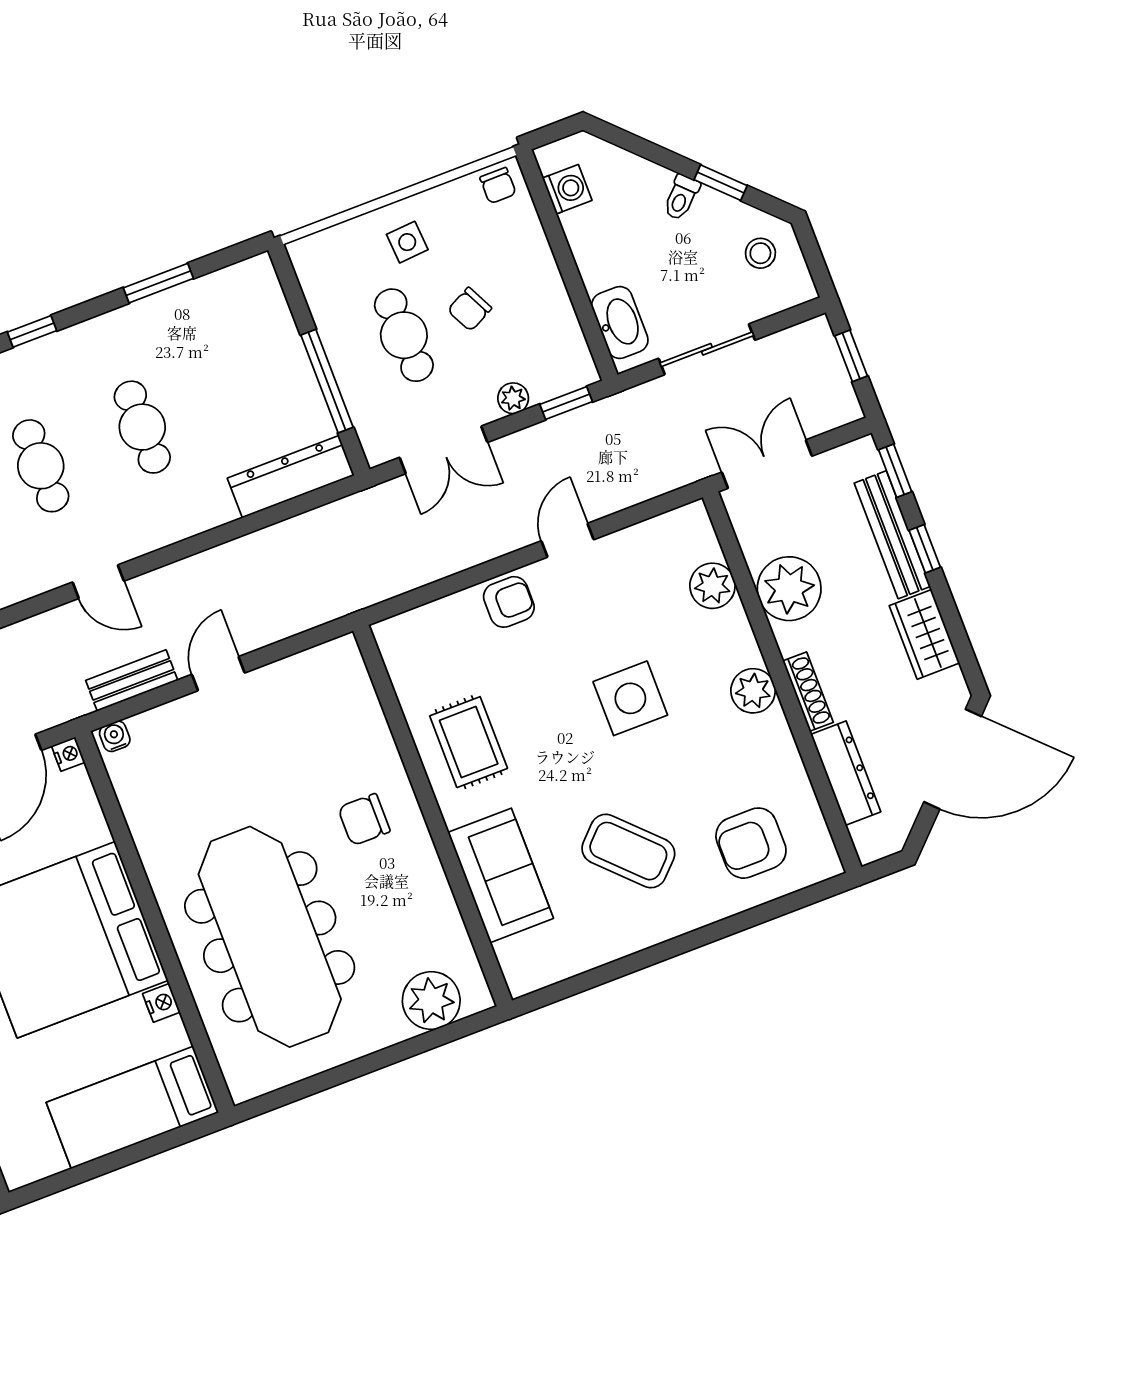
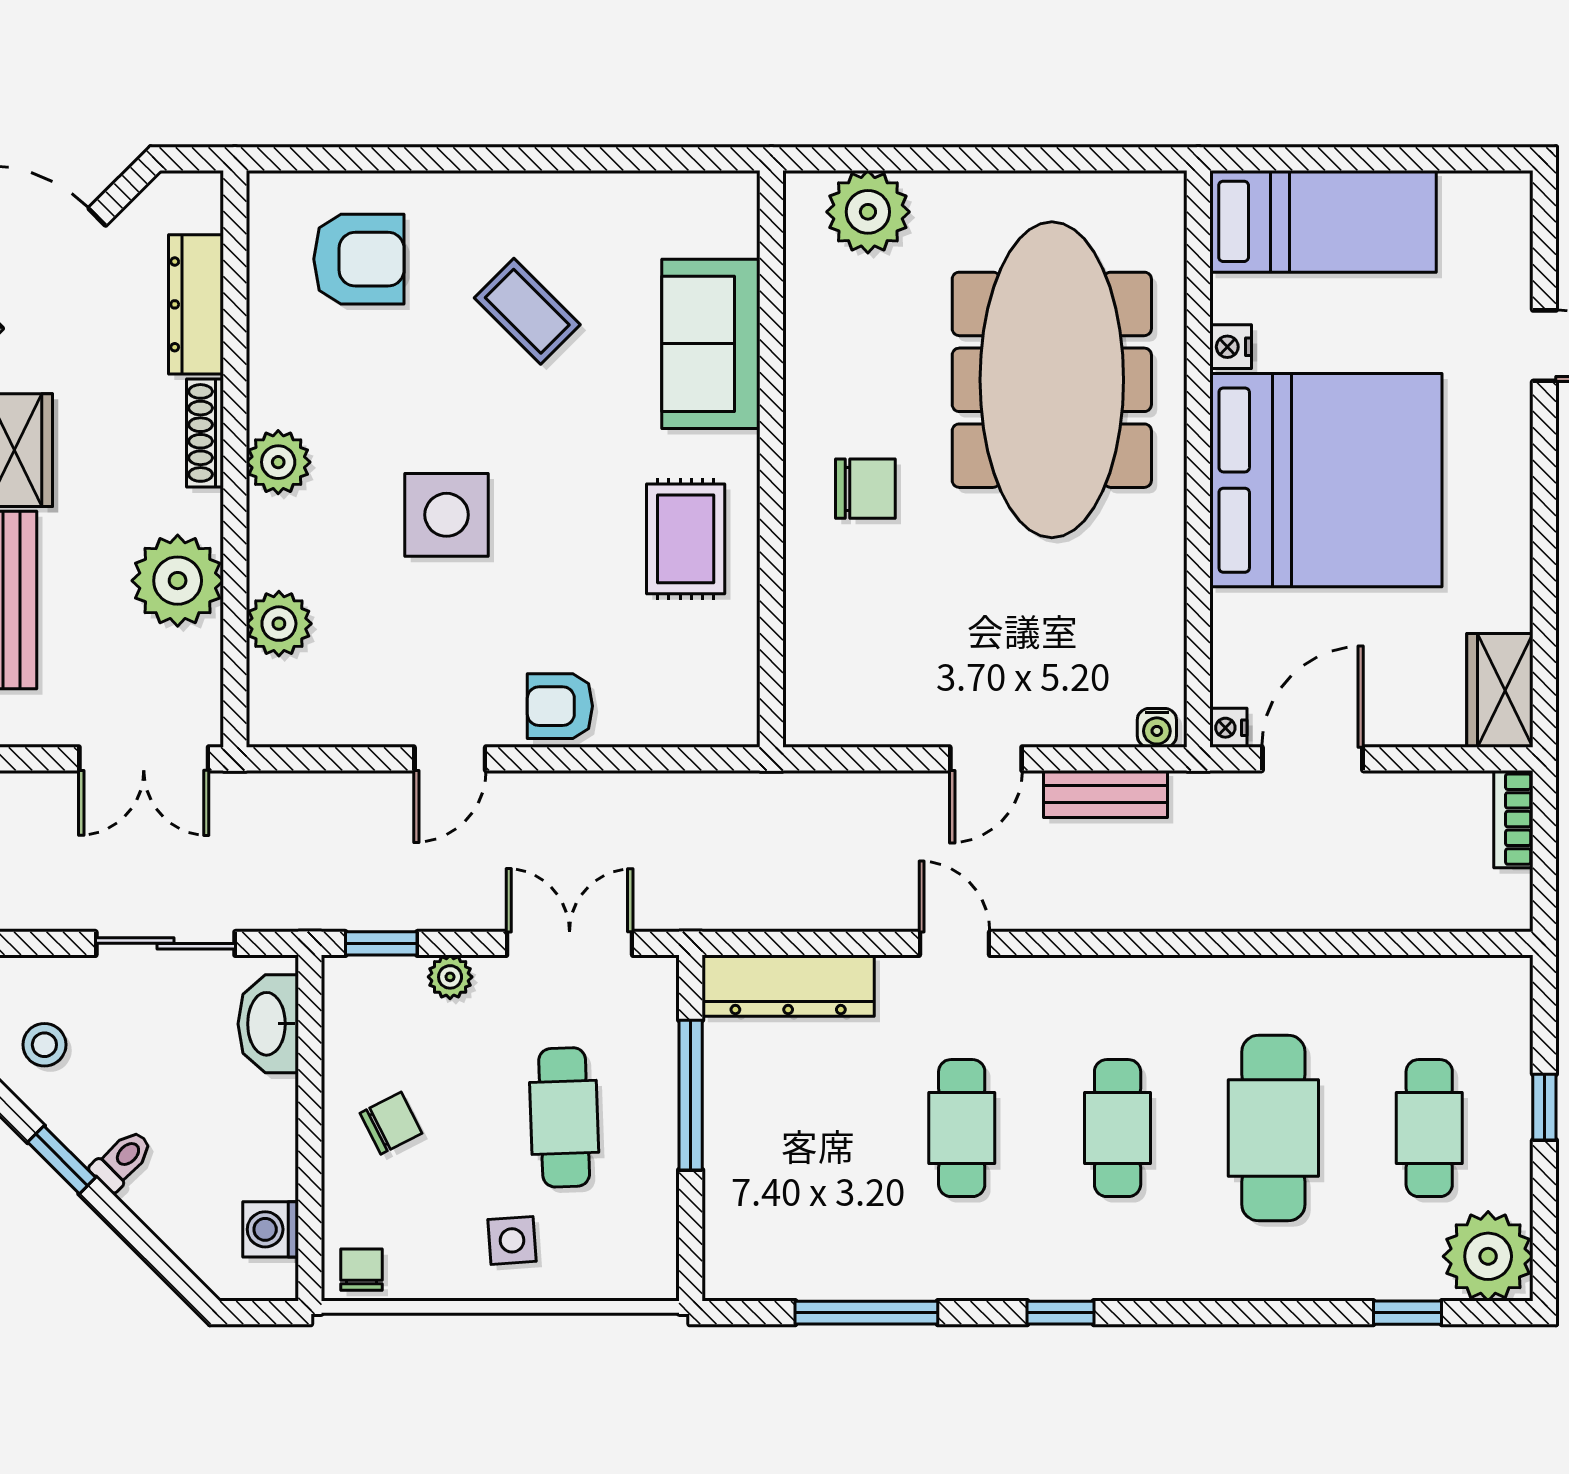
window: (158, 283) -> (866, 1313), width x1.44
chair: (470, 309) -> (391, 1123), moved
door: (98, 582) -> (954, 943), moved
coffee table: (628, 851) -> (527, 311), width x0.73, depth x0.77

